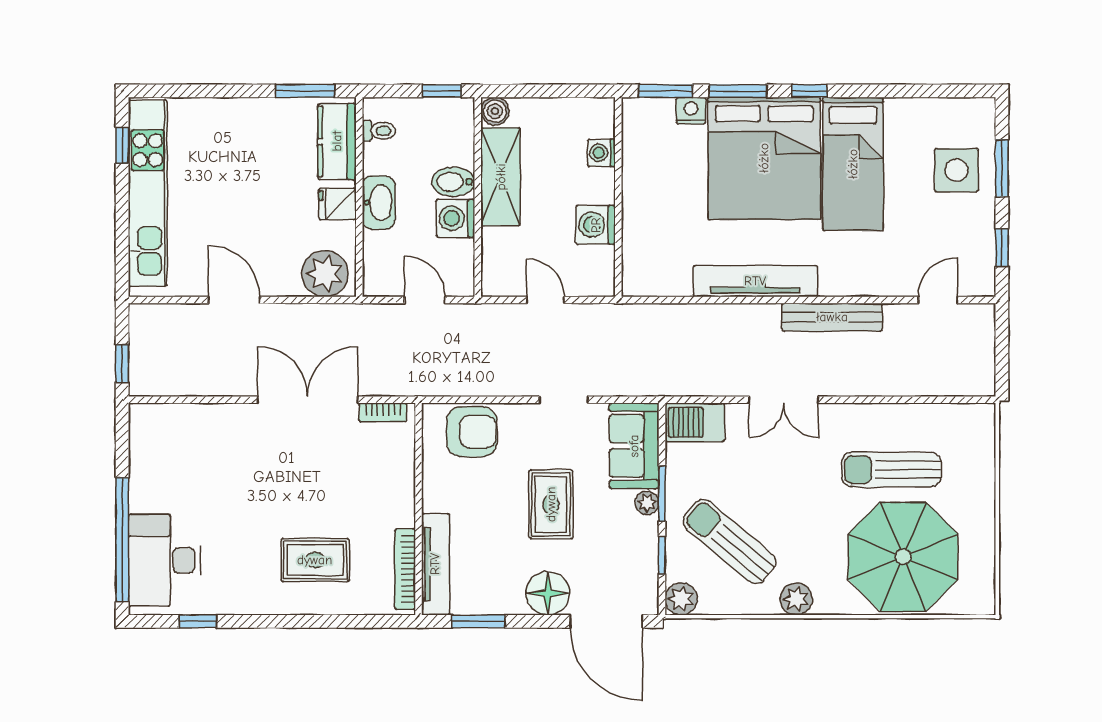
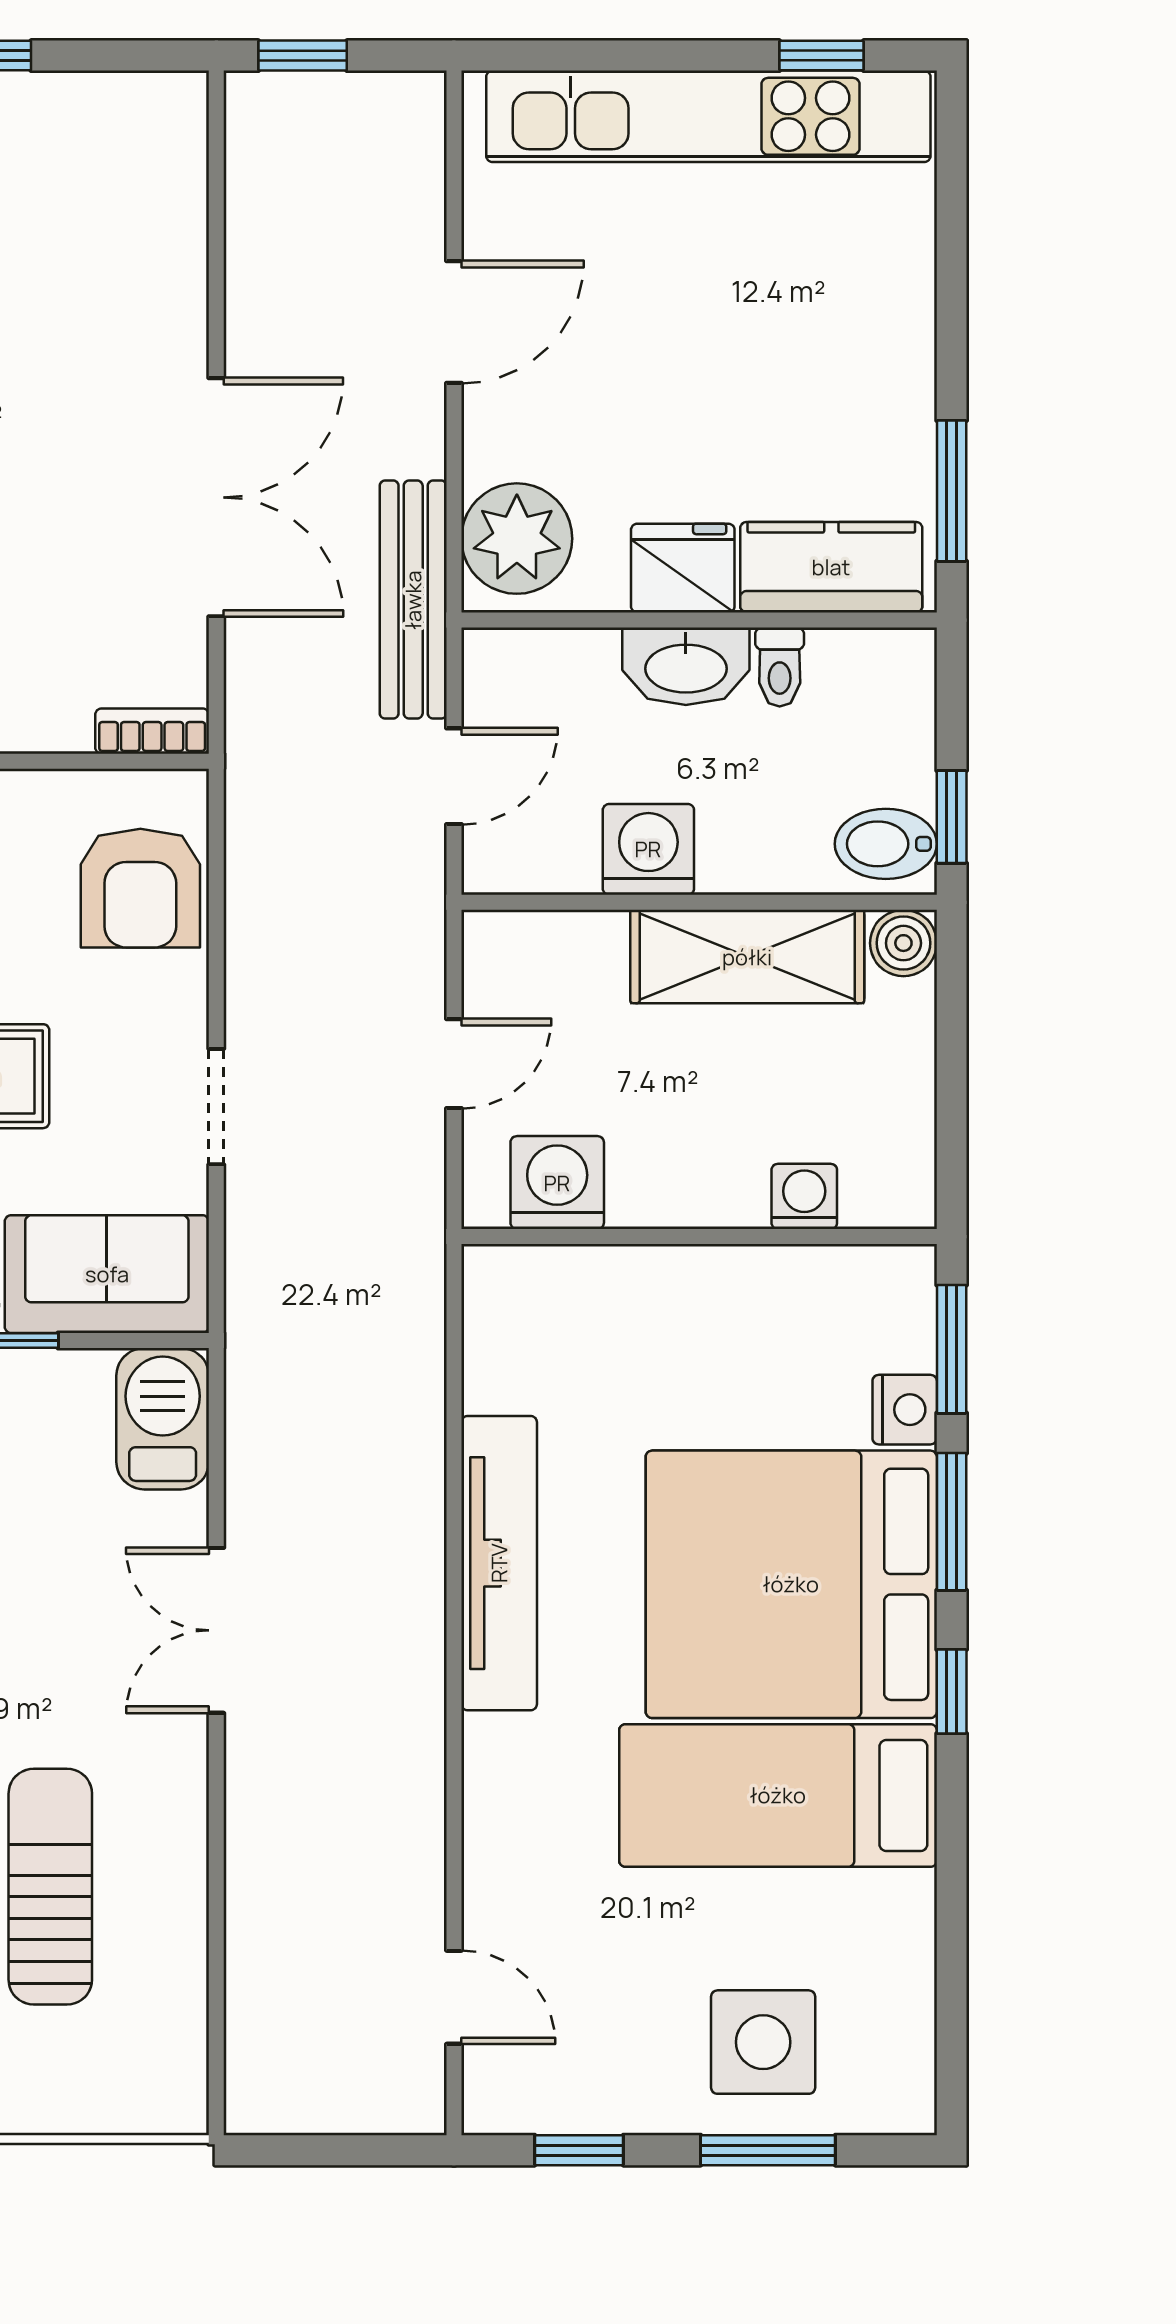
toilet: (379, 131) -> (780, 667), moved
bidet: (453, 182) -> (886, 844), moved, turned -90
fridge: (337, 204) -> (683, 568), width x1.38
washing machine: (596, 225) -> (557, 1183), moved
bench: (832, 317) -> (413, 600), moved
bookcase: (383, 412) -> (152, 731), moved, turned 90

